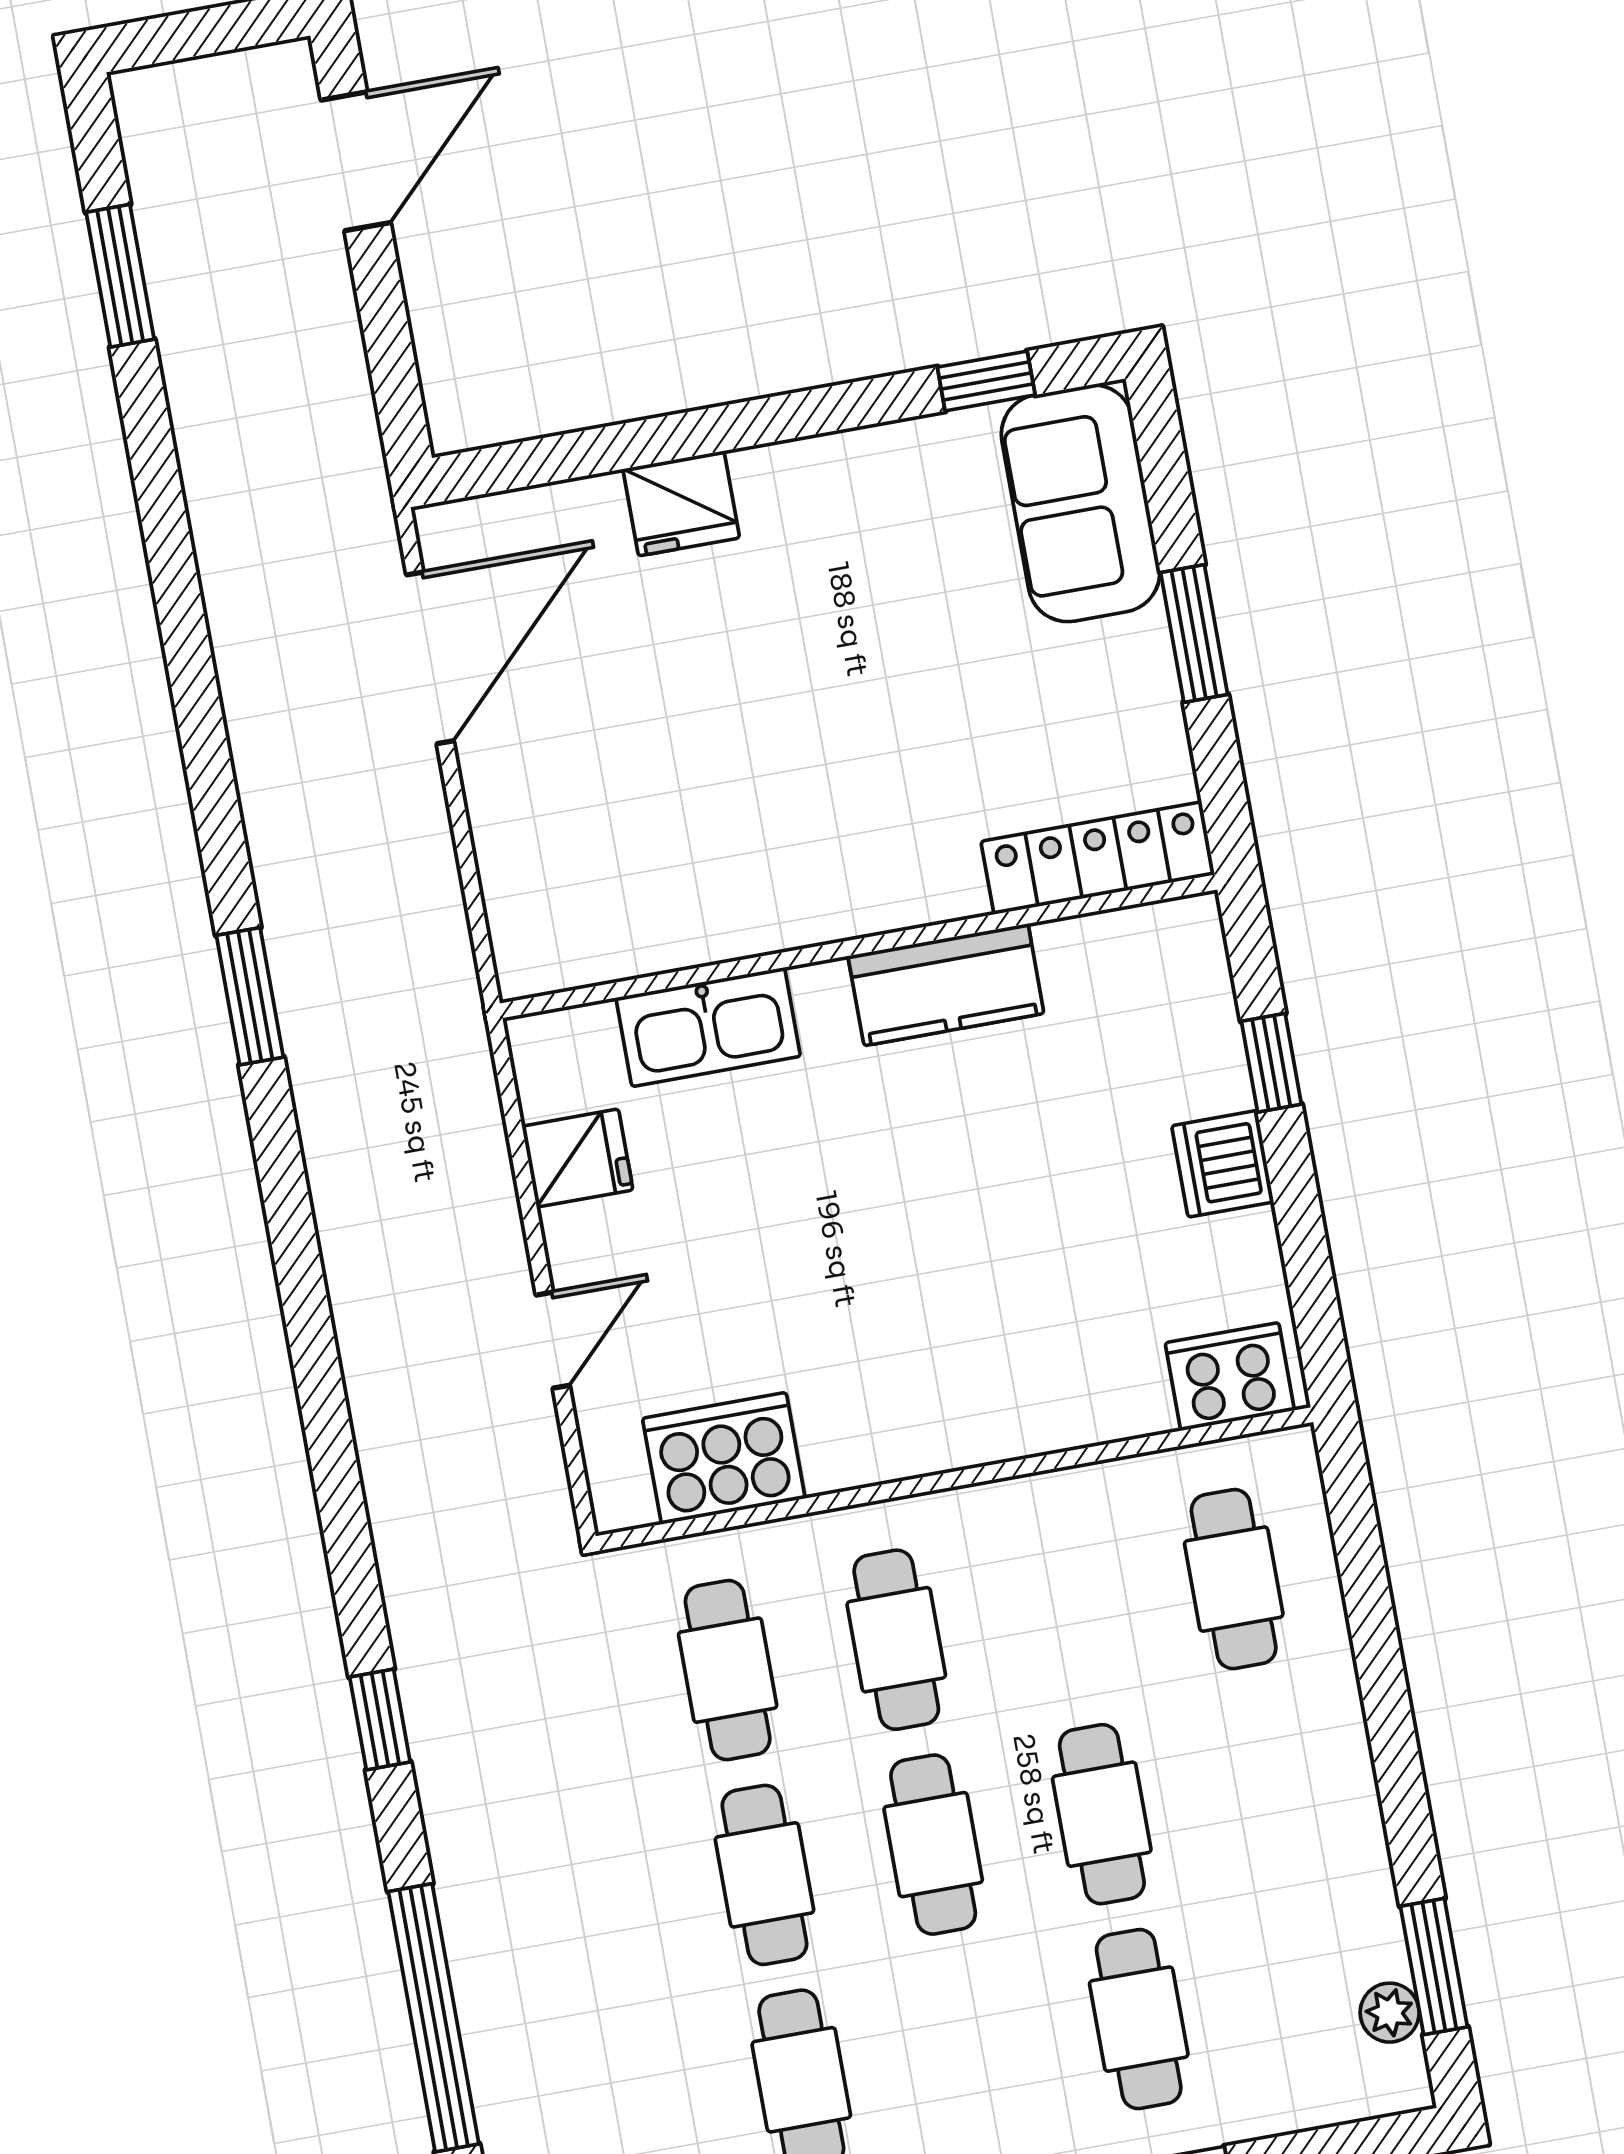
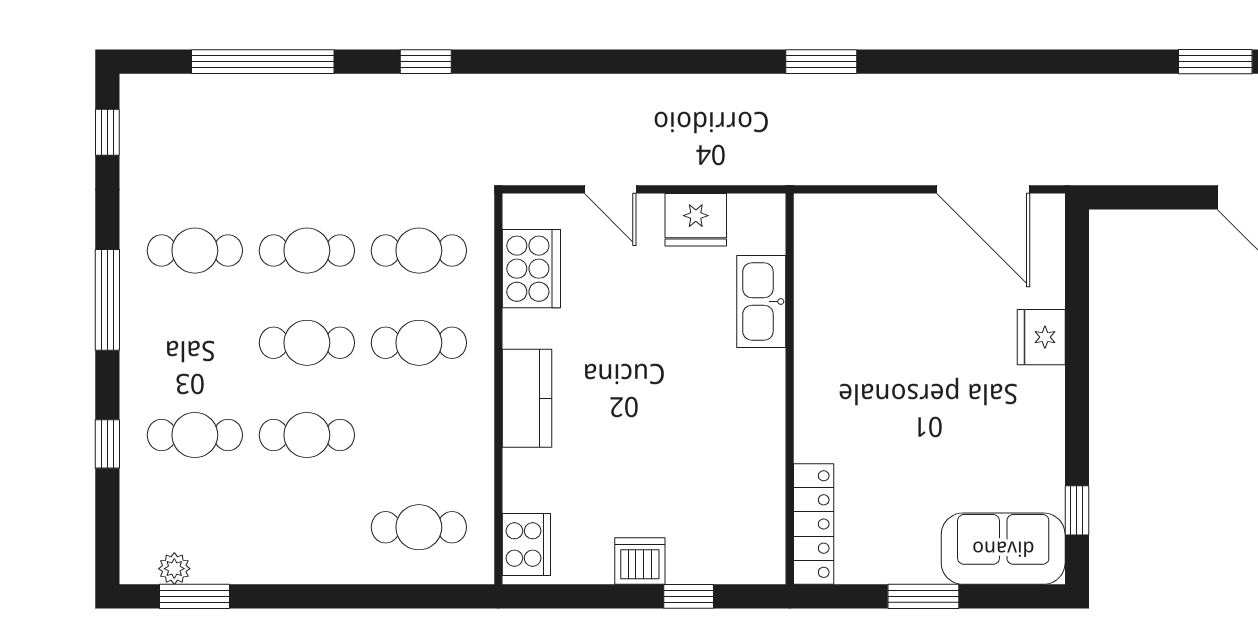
kitchen counter: (946, 985) -> (527, 398), moved, turned 180
fridge: (577, 1158) -> (696, 220), width x1.38

